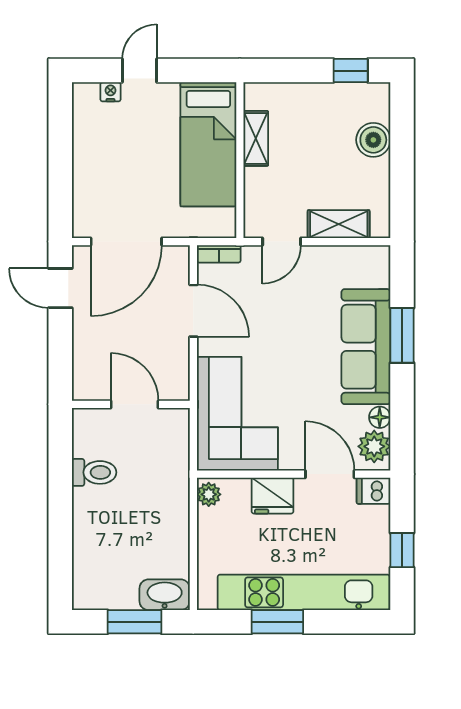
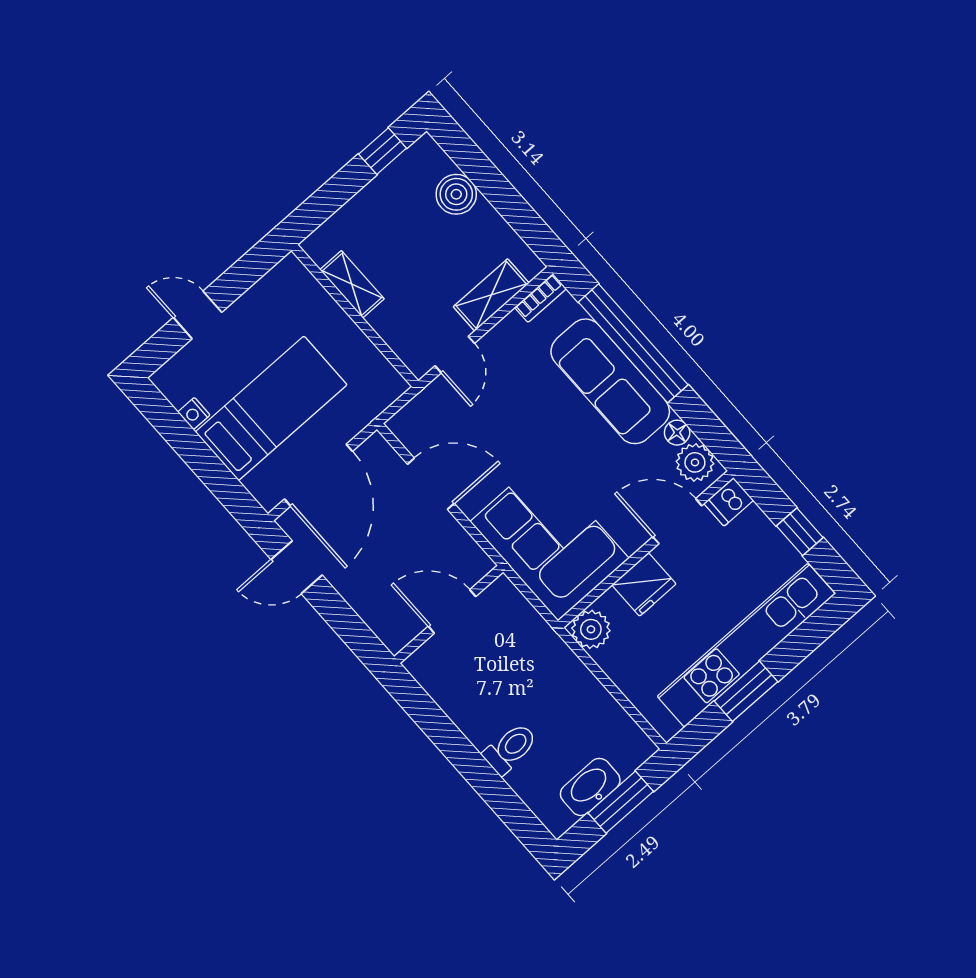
door: (140, 71) -> (197, 315), hinge flipped
nightstand: (110, 92) -> (194, 413), moved, turned -90
bed: (208, 144) -> (271, 408), moved, turned -90
bookcase: (219, 254) -> (540, 298), moved
window: (402, 335) -> (633, 343), width x2.11
toilet: (94, 472) -> (510, 749), moved
plant: (209, 494) -> (591, 629), width x1.38, depth x1.38
washbasin: (165, 595) -> (590, 787), moved

